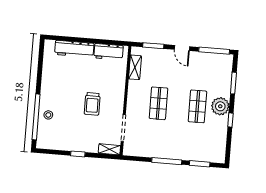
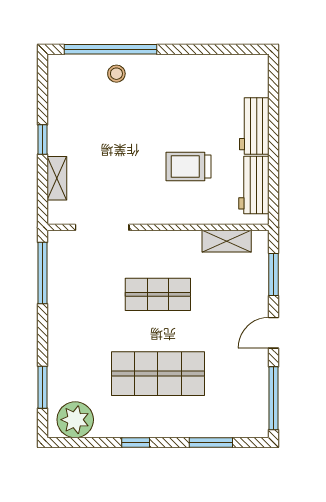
workbench: (74, 49) -> (254, 126), width x0.73
trolley: (92, 104) -> (188, 167), moved
shop shelf: (197, 106) -> (158, 374), width x1.43, depth x1.36
plant: (220, 106) -> (75, 420), moved
shelving: (109, 149) -> (57, 178), moved
window: (167, 161) -> (42, 273), moved

